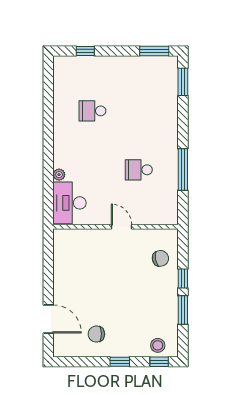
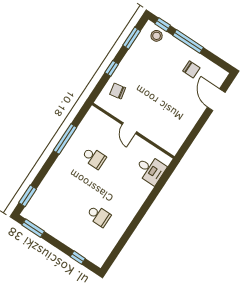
plant: (59, 175) -> (148, 189), removed
desk: (70, 203) -> (150, 170), width x0.73
window: (183, 310) -> (132, 38), moved
window: (120, 362) -> (188, 41), width x2.17

